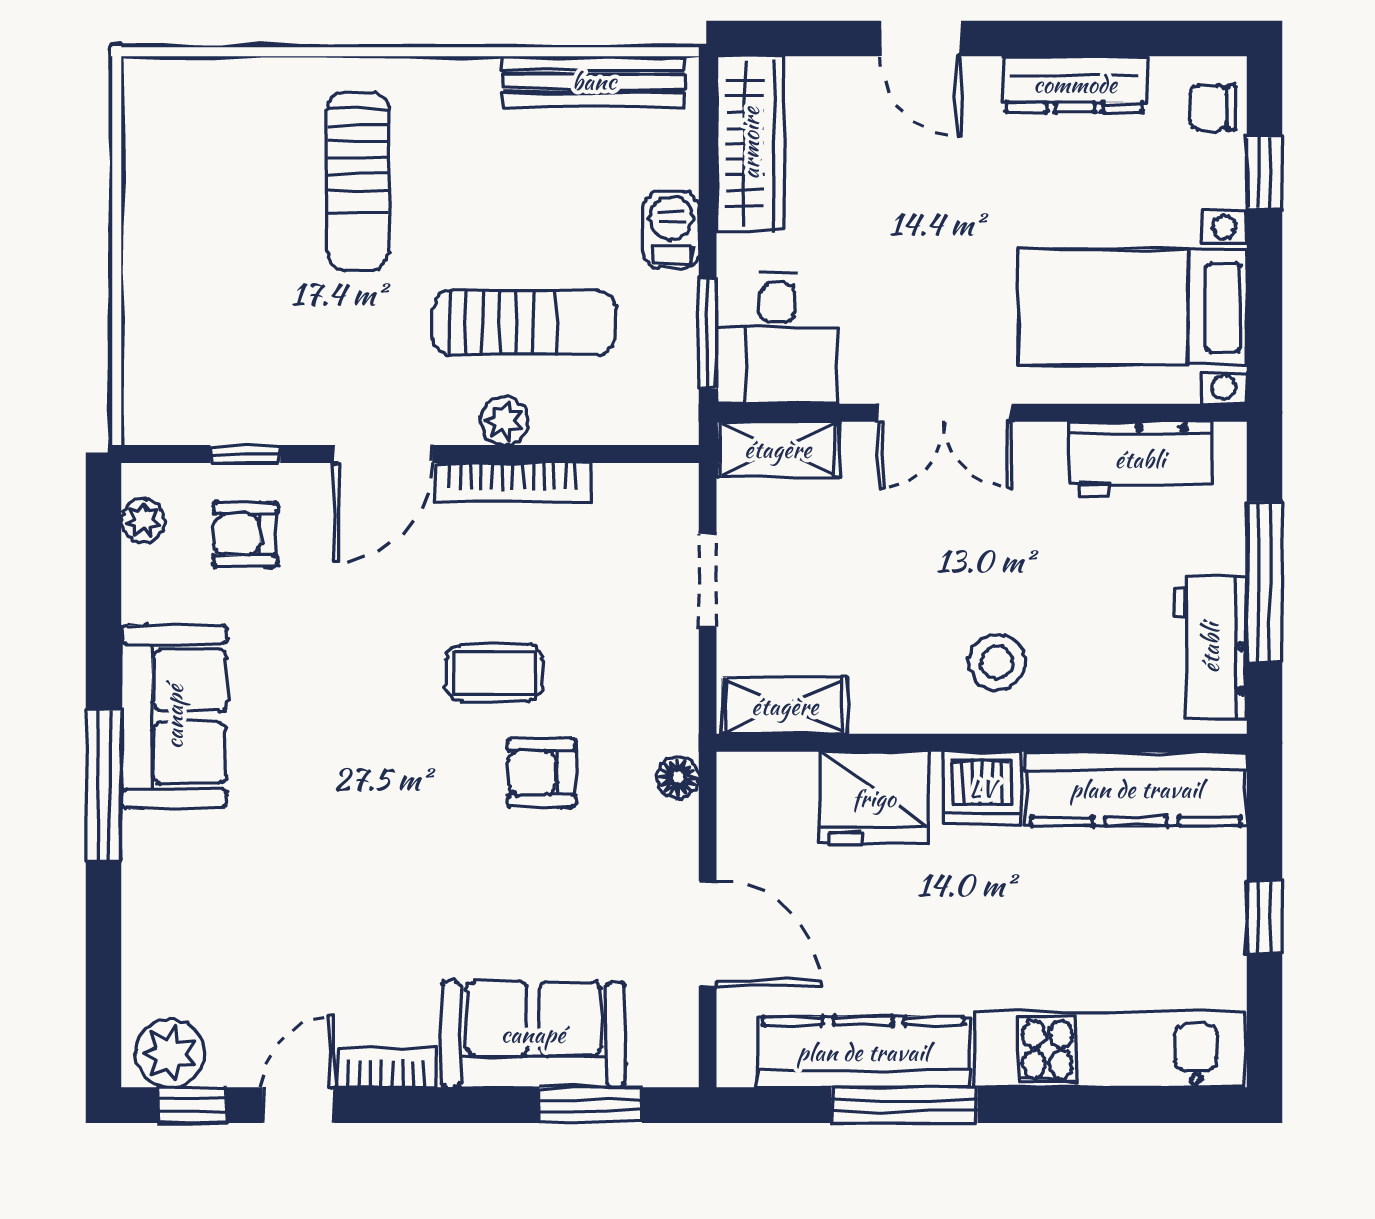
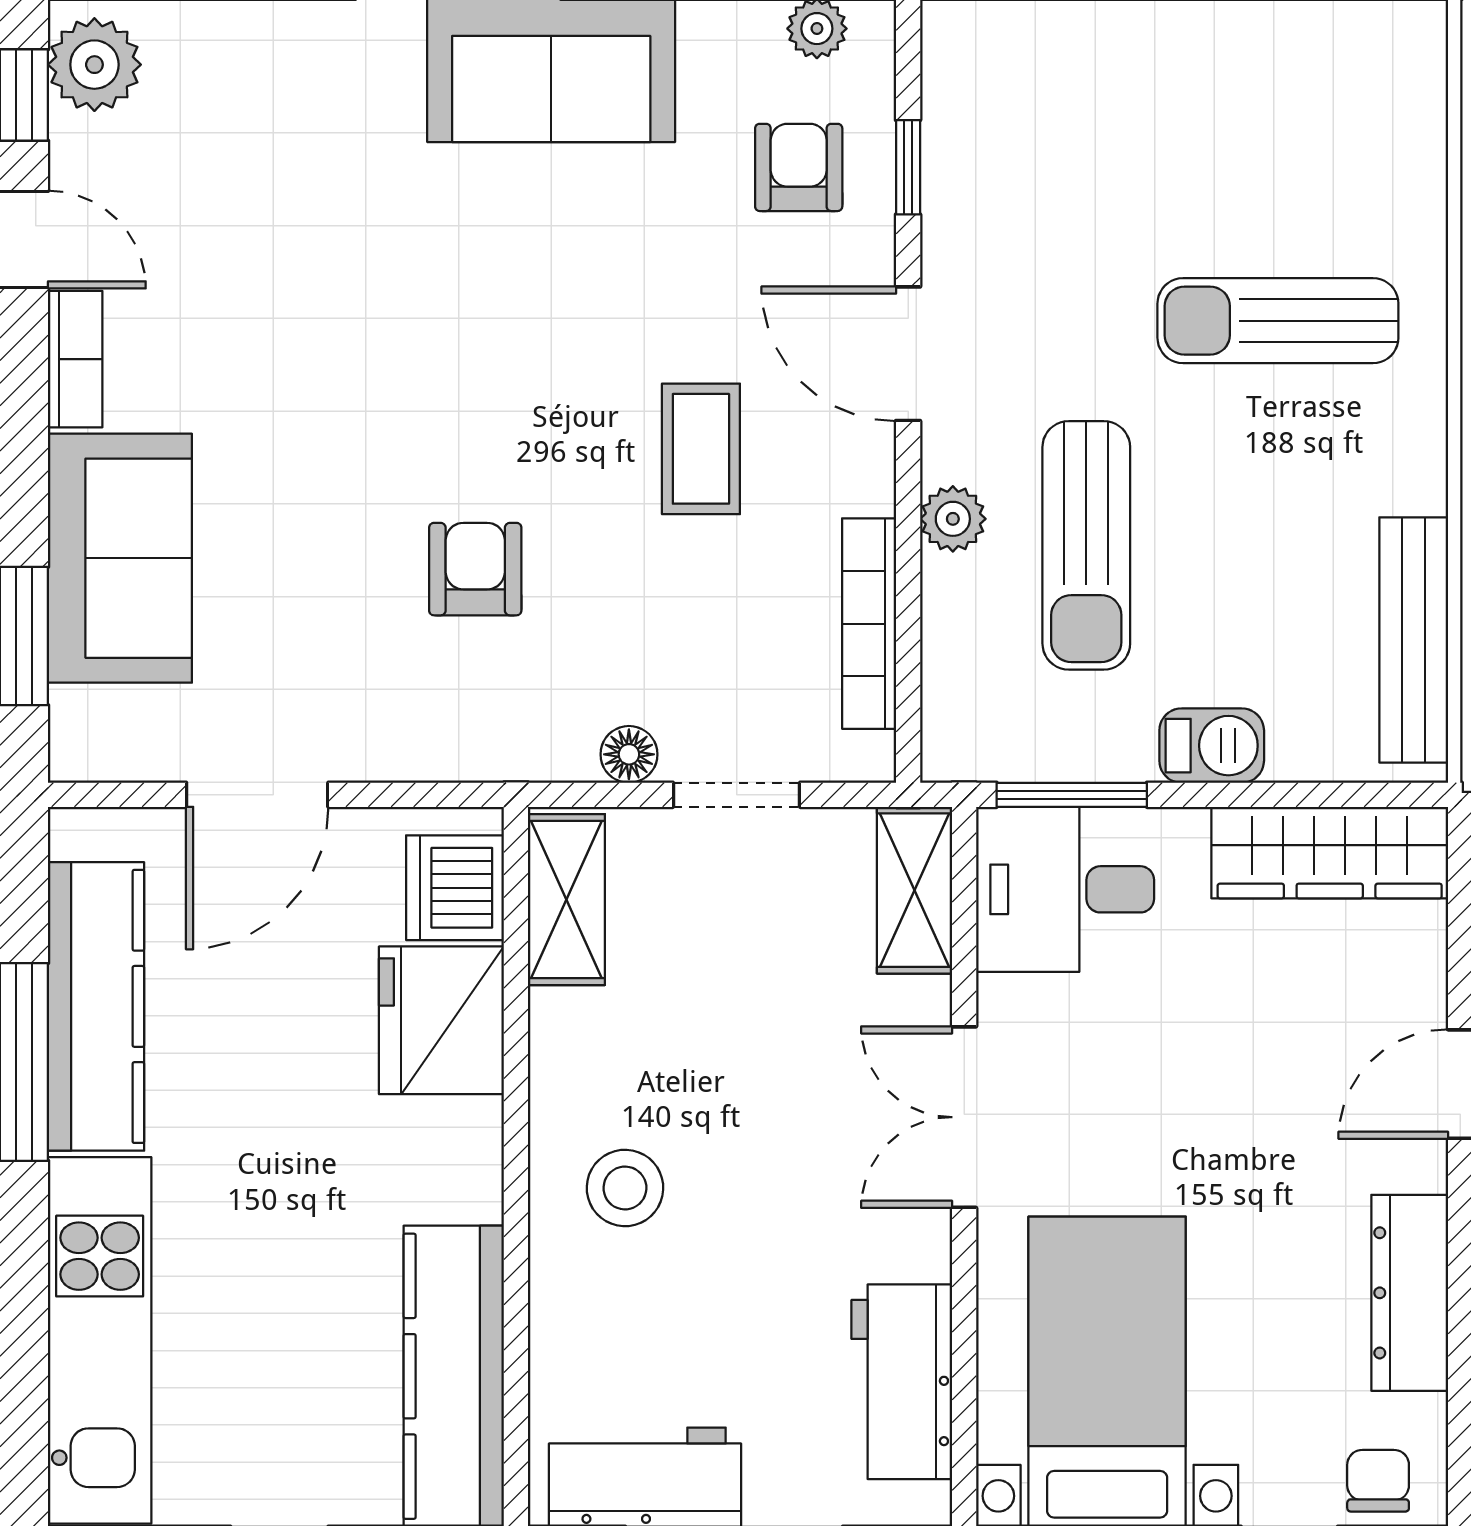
bookcase: (513, 483) -> (869, 624), moved
coffee table: (494, 673) -> (701, 449), moved
floor lamp: (678, 778) -> (629, 754), moved
dishwasher: (982, 788) -> (455, 888), moved

